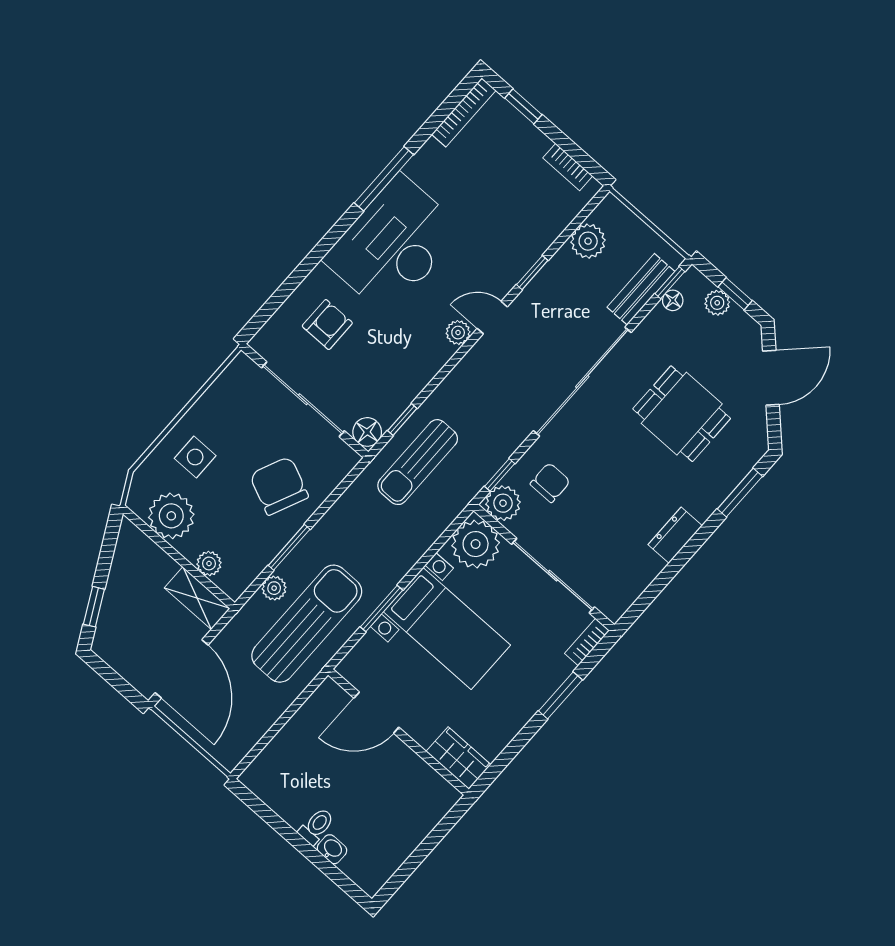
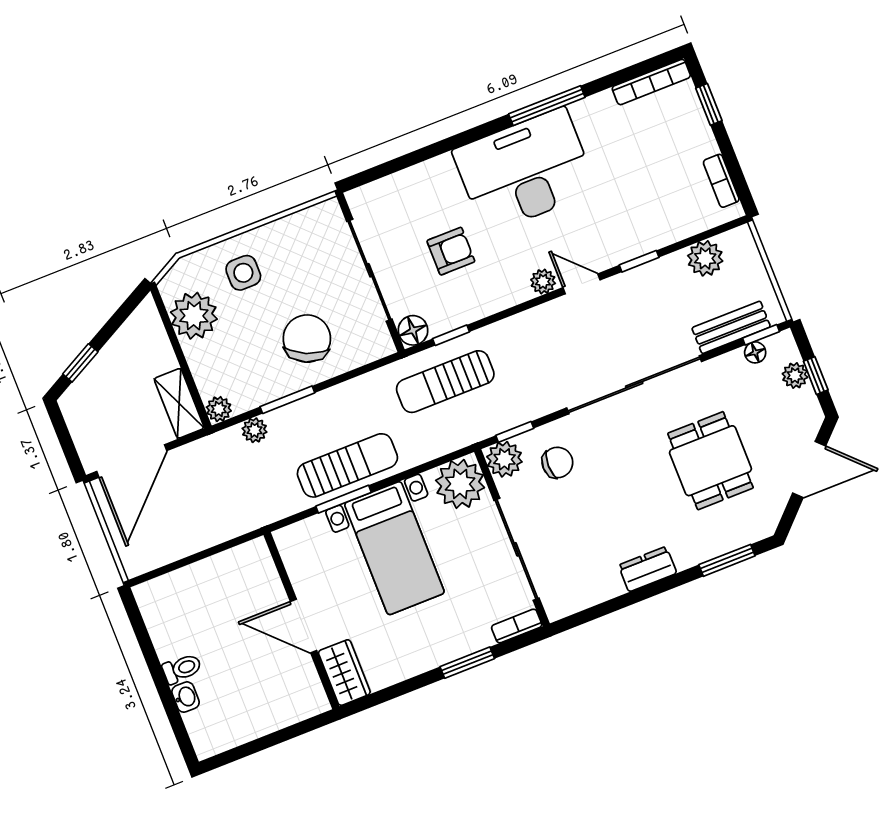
armchair: (327, 325) -> (451, 251), moved
plant: (209, 563) -> (219, 409), moved
sun lounger: (307, 624) -> (347, 465), moved, width x0.73, depth x0.75
door: (376, 713) -> (303, 626), moved

